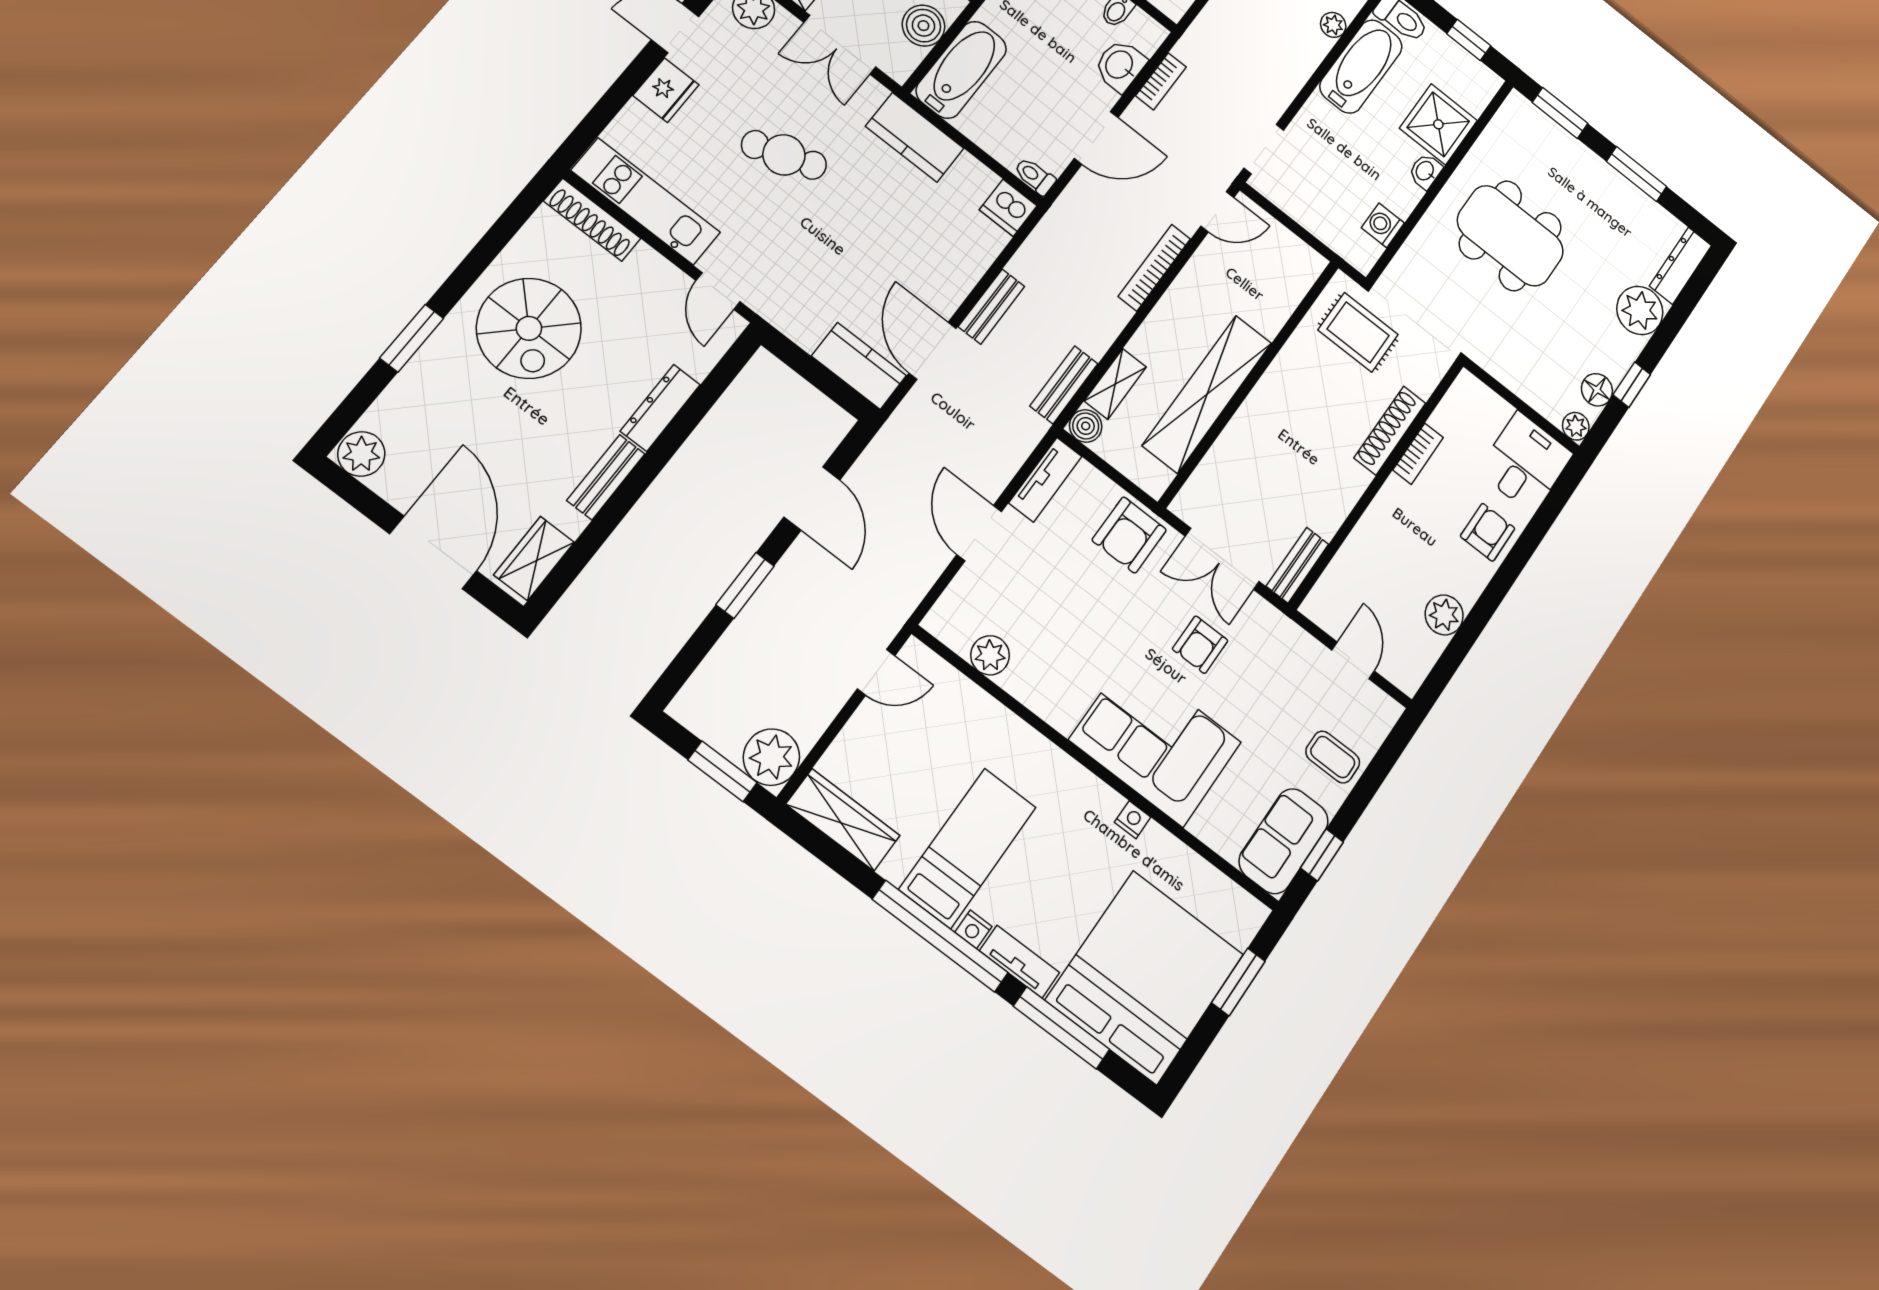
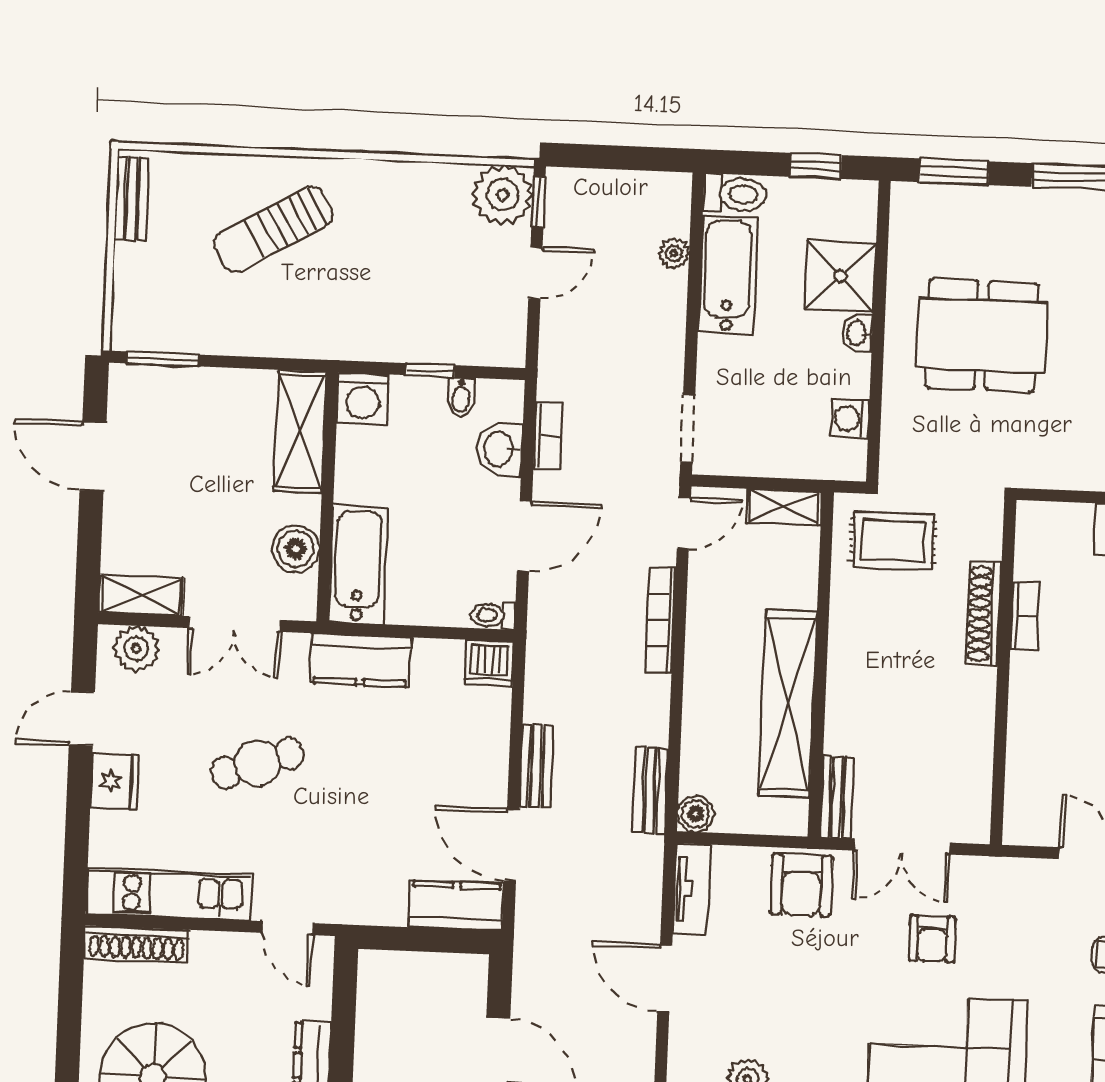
shelving: (1115, 384) -> (784, 507), moved, turned 90
bench: (1297, 565) -> (837, 797), moved

